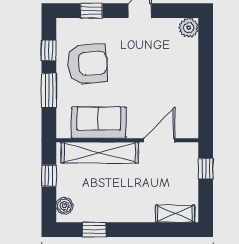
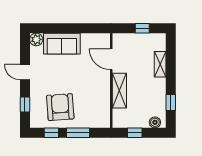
sofa: (99, 123) -> (62, 44), moved, turned -90
shelving: (100, 153) -> (119, 91), width x0.68
window: (206, 169) -> (142, 28), moved
shelving: (175, 214) -> (160, 64), moved

